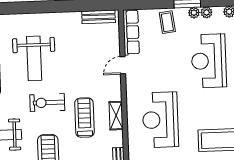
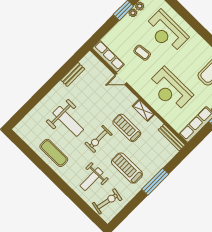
bench: (99, 17) -> (73, 74), moved
coffee table: (167, 22) -> (142, 53), moved
door: (123, 65) -> (121, 79), hinge flipped

